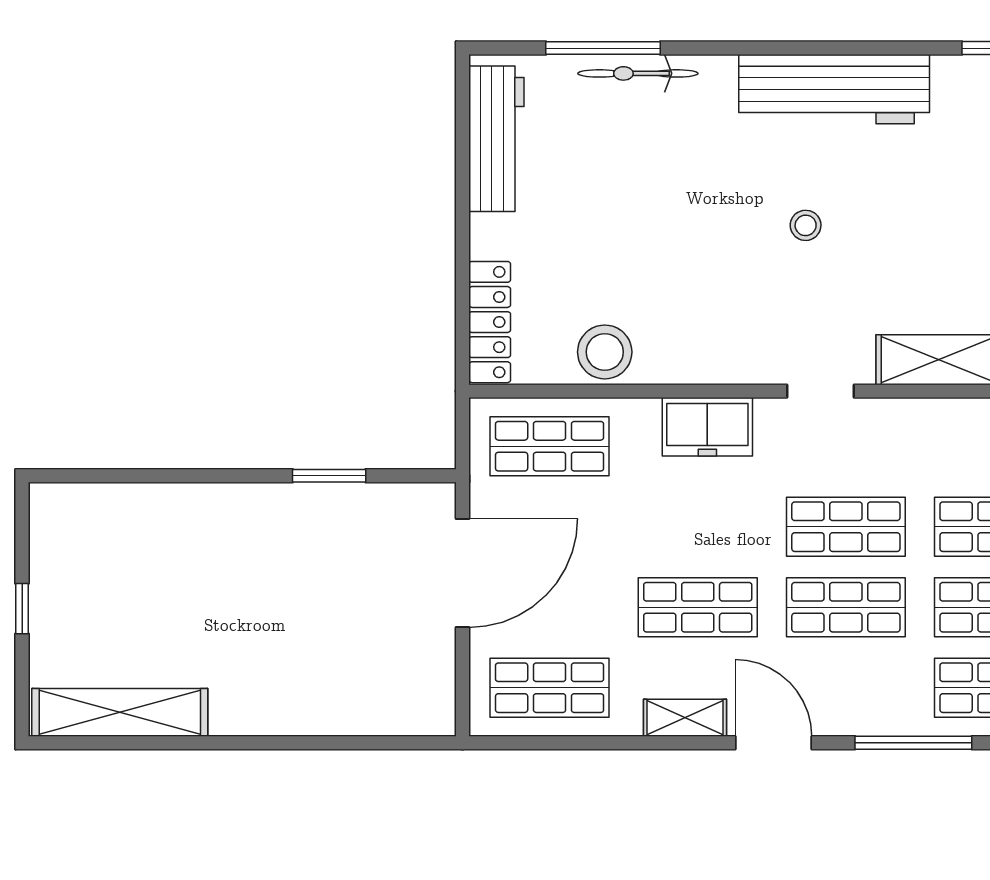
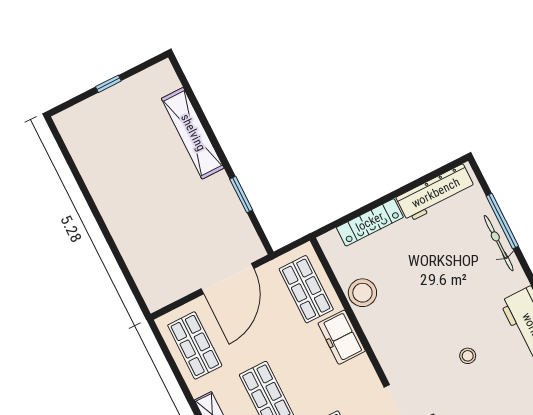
locker: (490, 322) -> (370, 222), moved
freezer: (707, 427) -> (342, 337), moved
door: (463, 573) -> (227, 279), hinge flipped
shelving: (120, 712) -> (193, 133), moved

